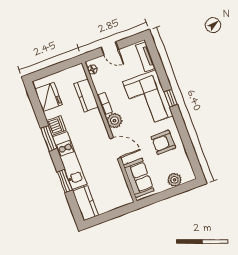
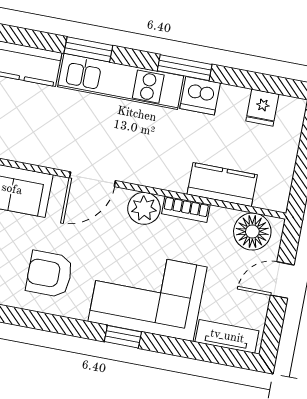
floor lamp: (92, 70) -> (252, 232), width x1.89, depth x1.89
fridge: (48, 97) -> (262, 108), width x0.53, depth x0.75
armchair: (163, 142) -> (49, 274), turned -90

